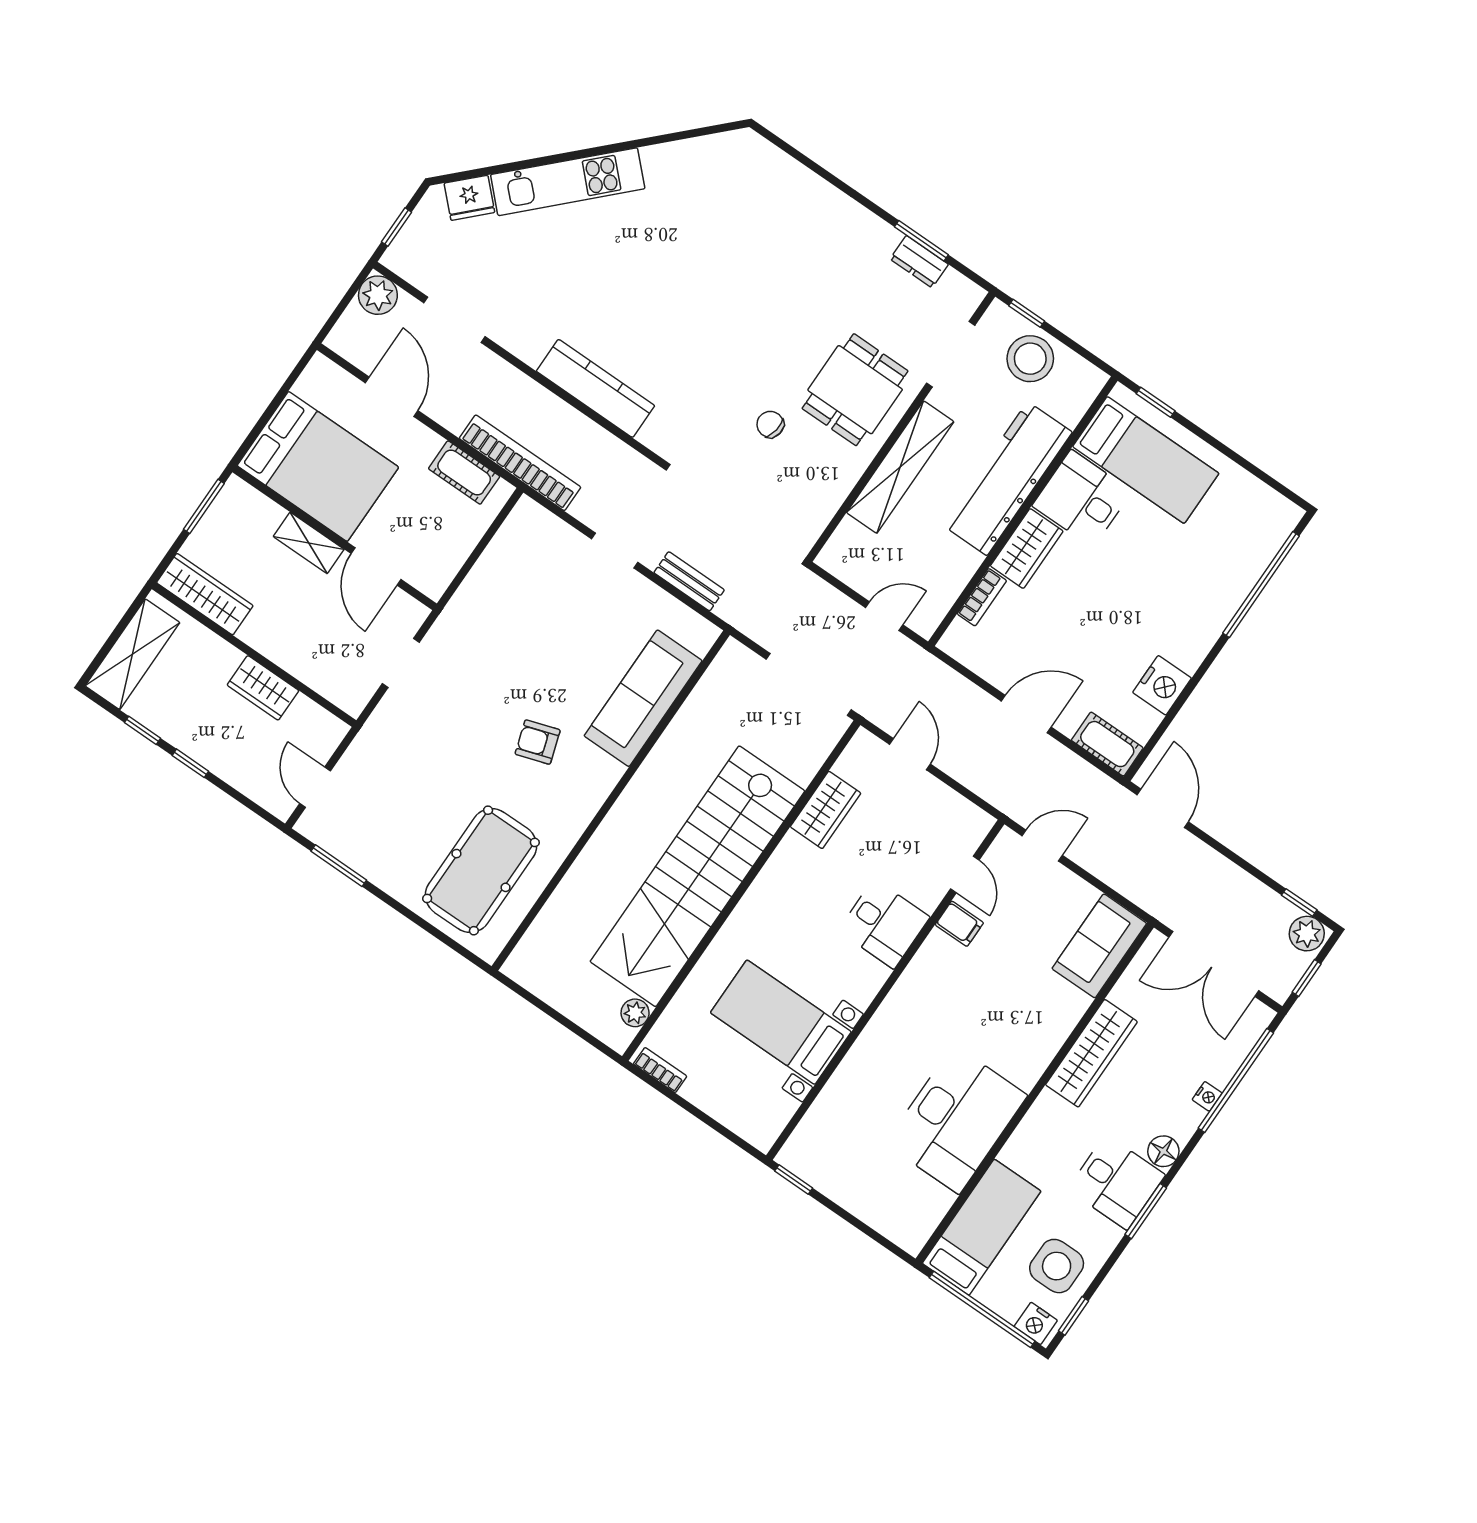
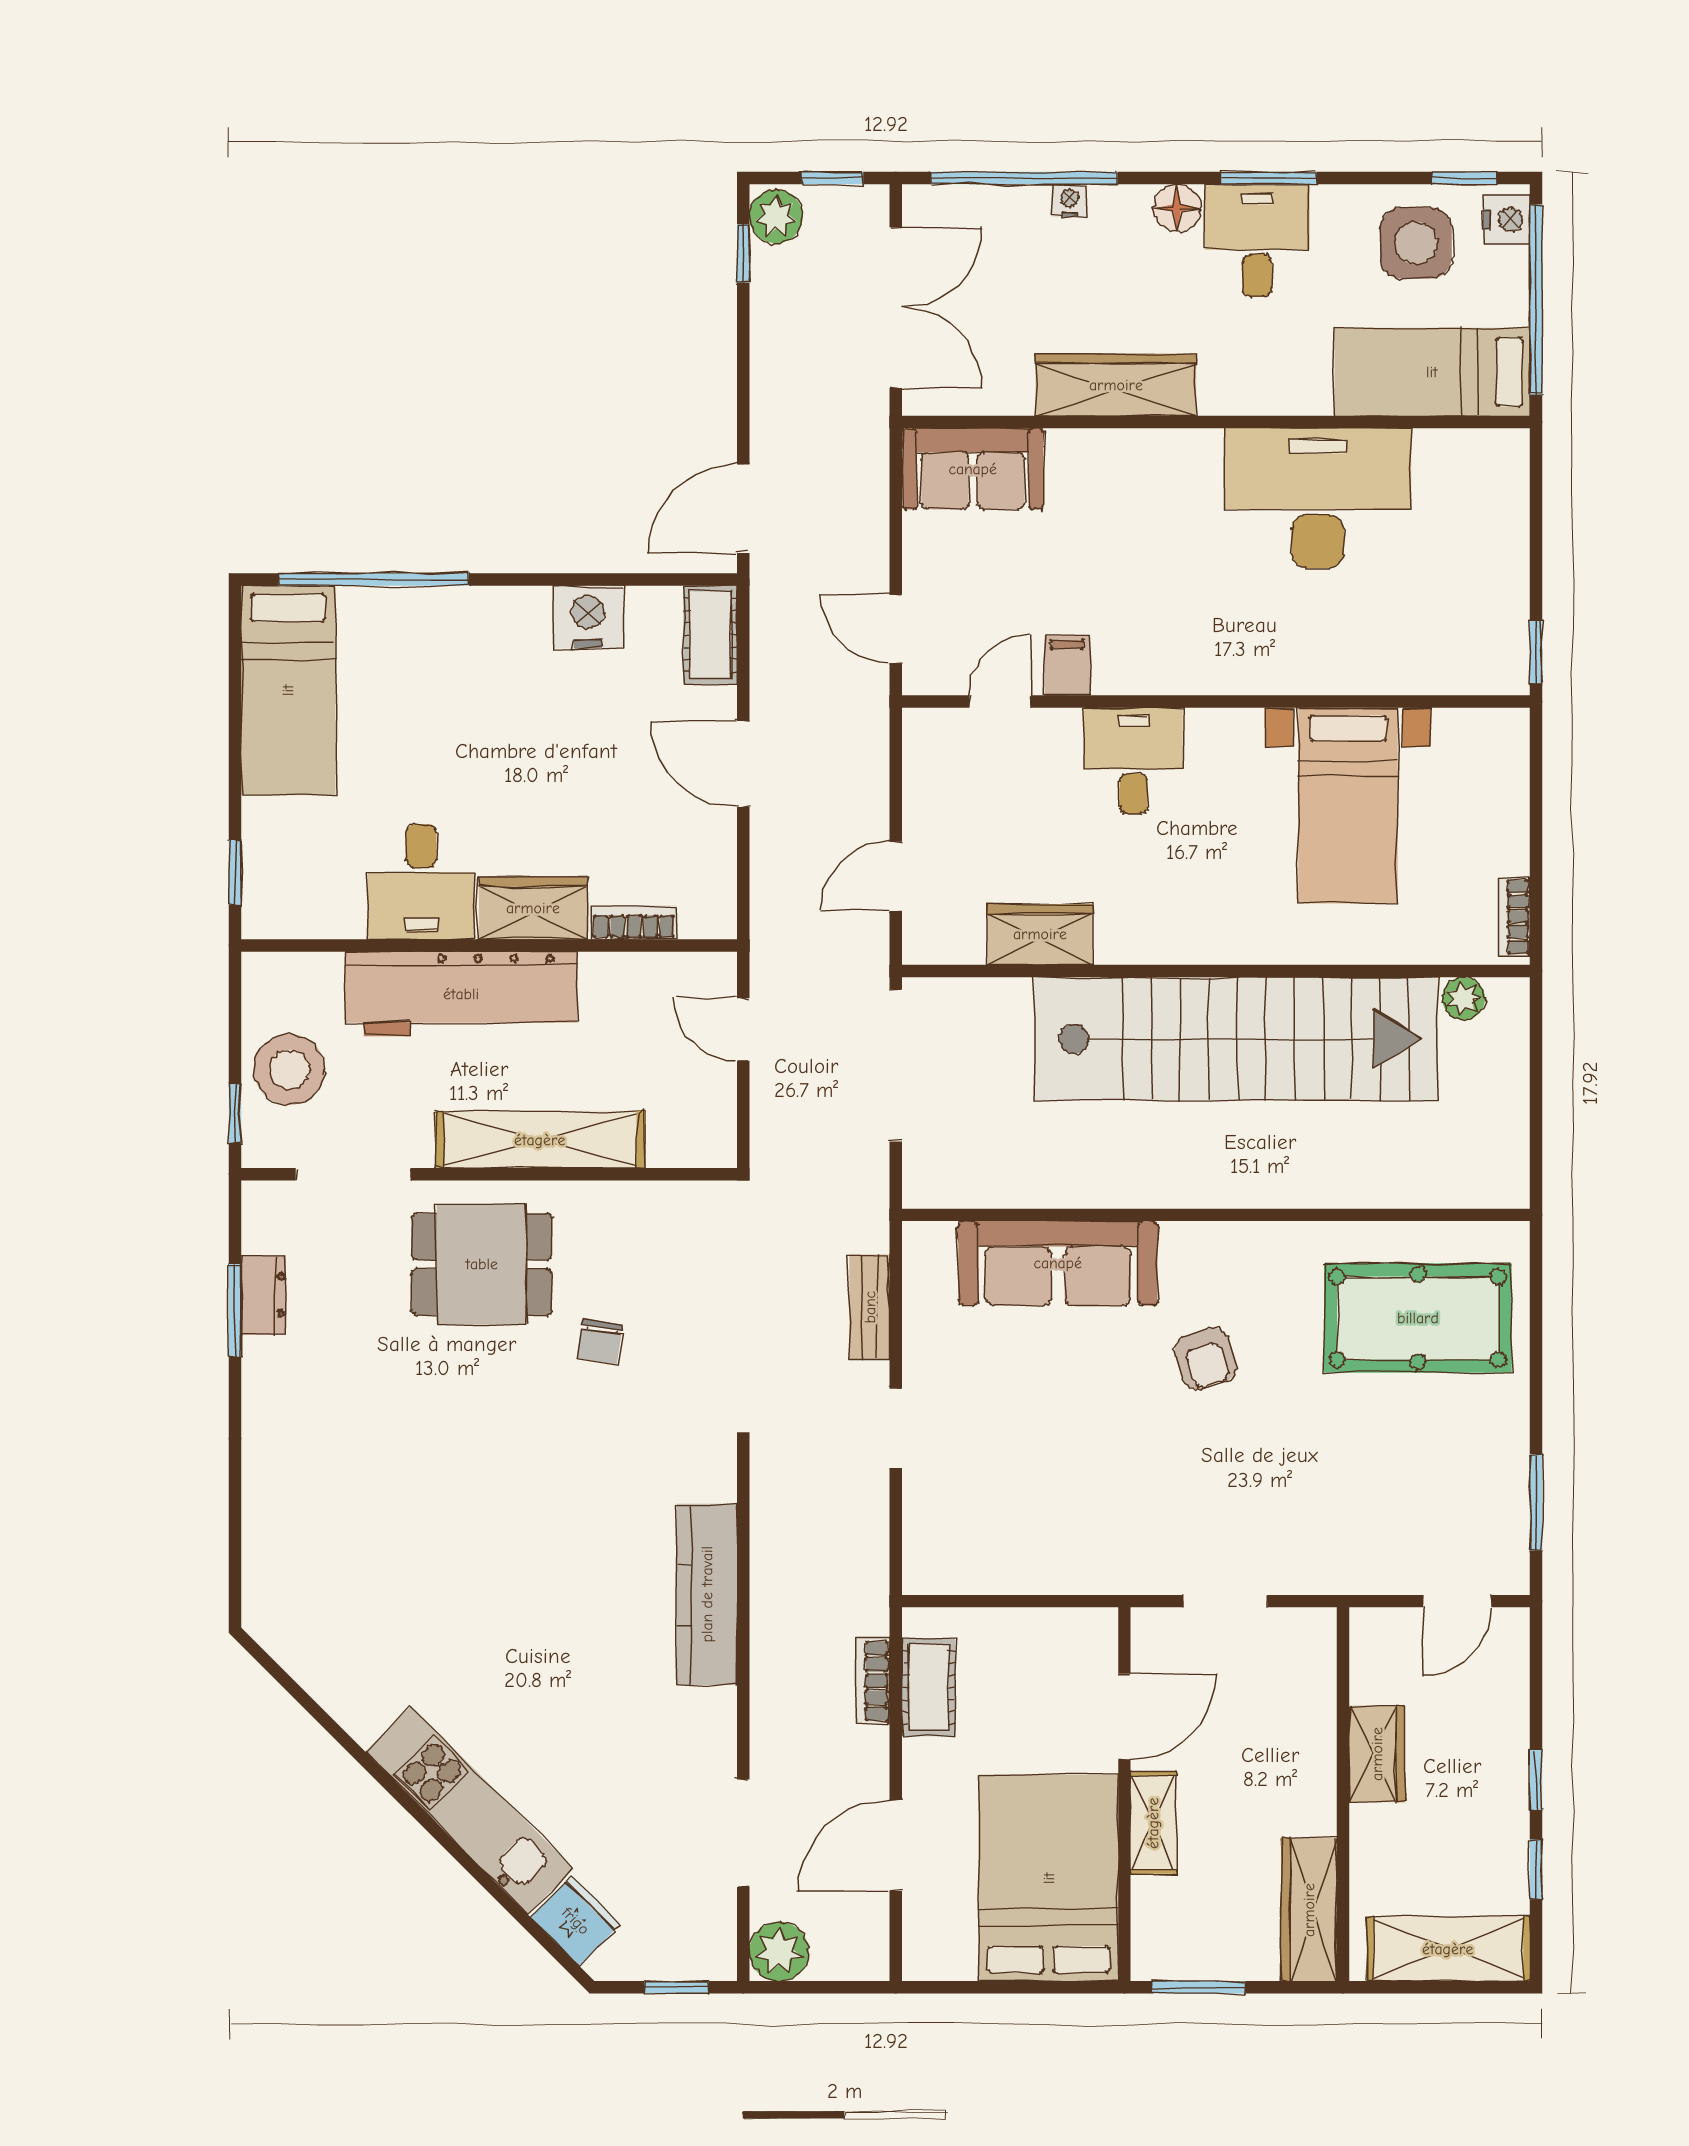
bed: (1146, 460) -> (288, 690), moved, turned 180
bookcase: (520, 463) -> (872, 1681), width x0.43, depth x0.76

